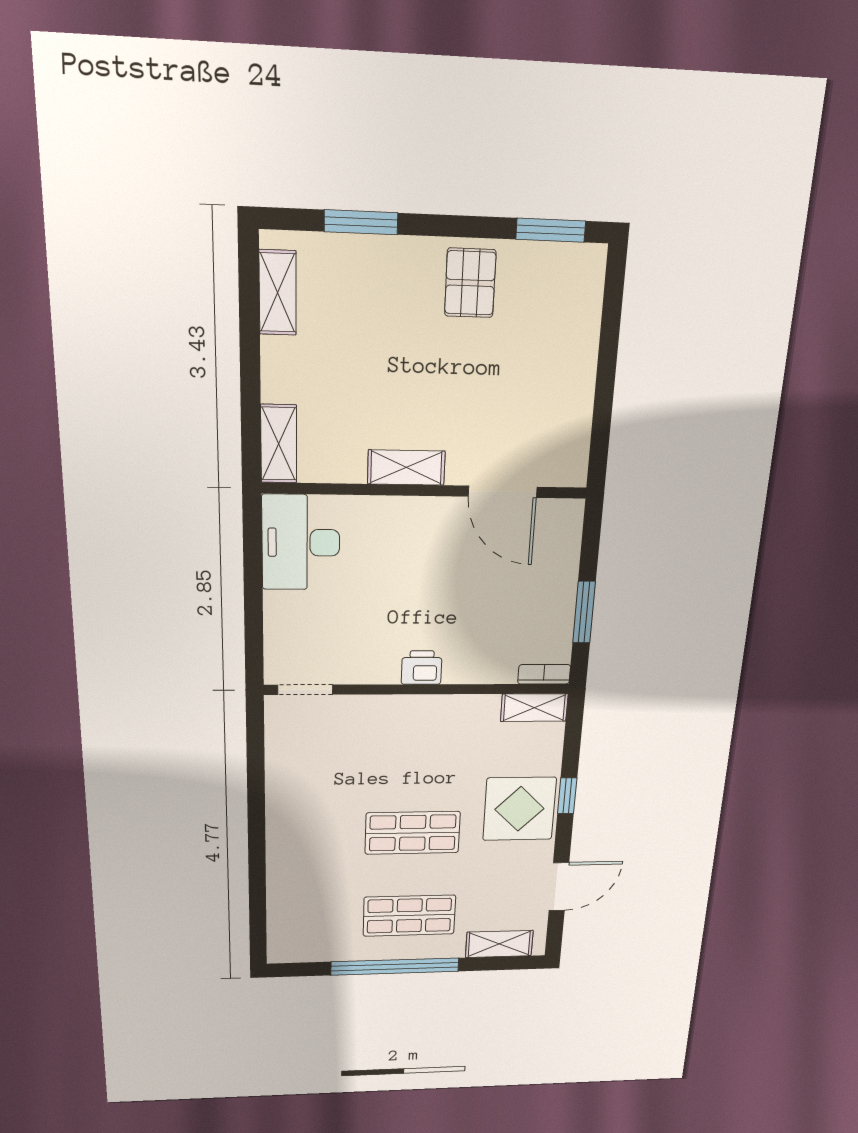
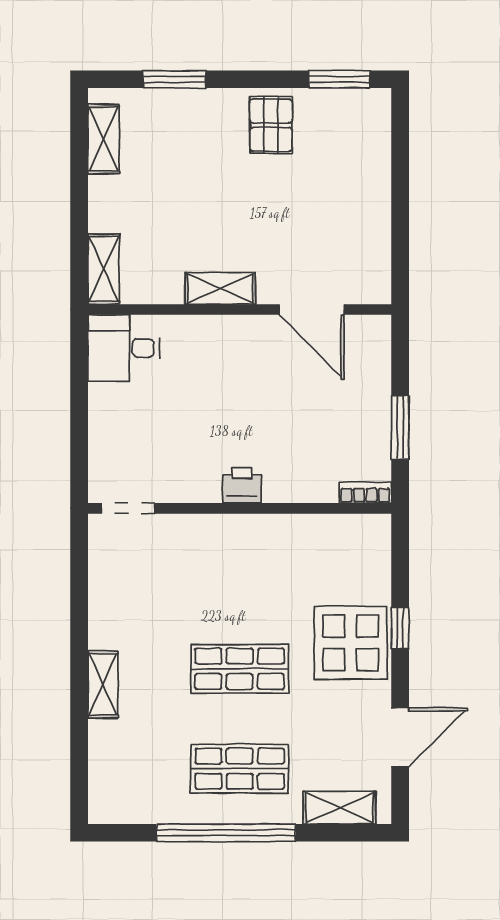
desk: (301, 543) -> (124, 348), width x0.73
shelving: (534, 708) -> (103, 684), moved, turned 90

